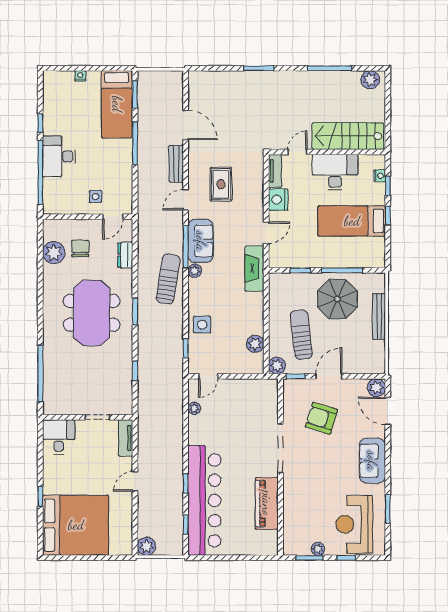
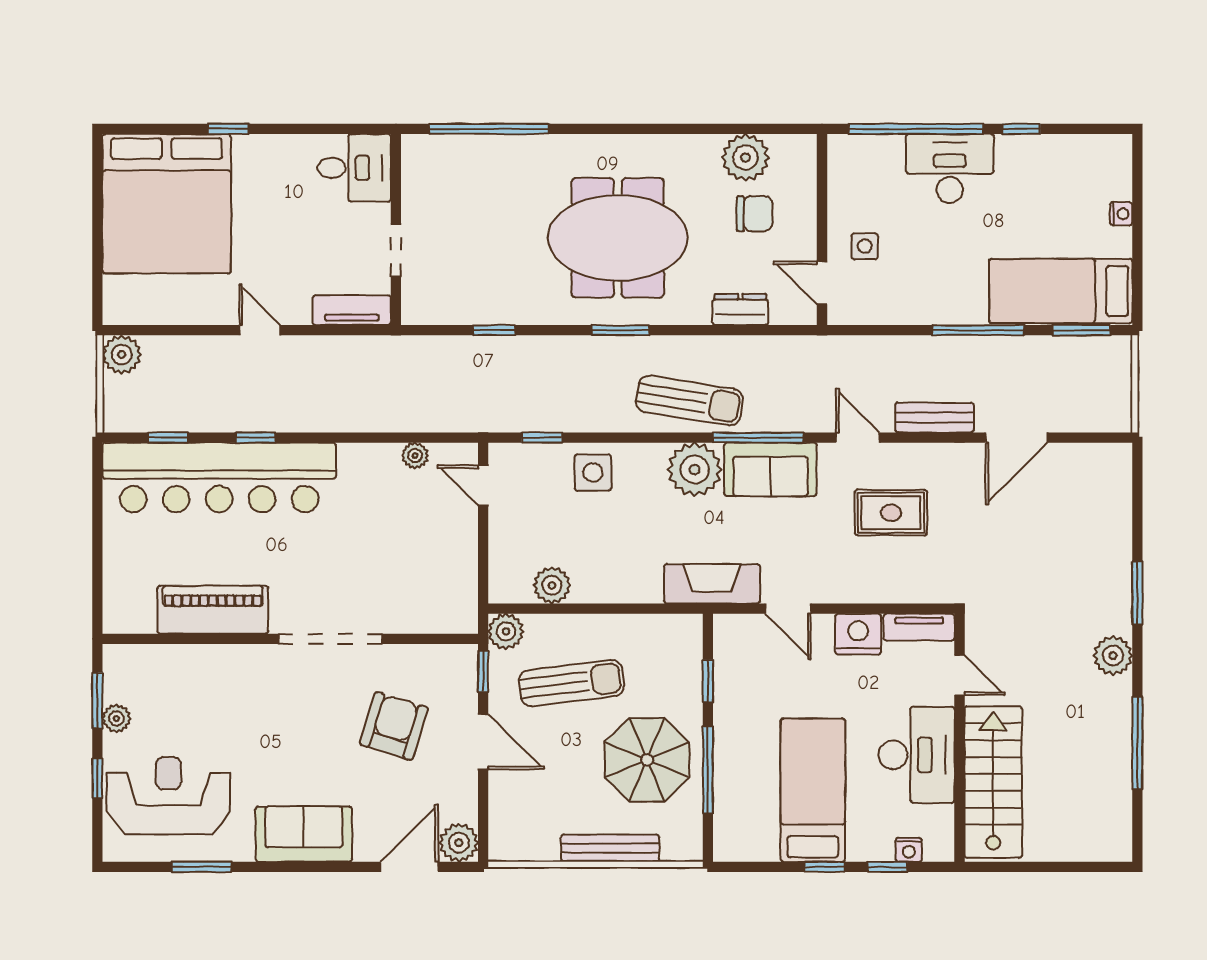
plant: (370, 80) -> (1113, 656), moved
plant: (195, 271) -> (695, 469), width x1.88, depth x1.88

